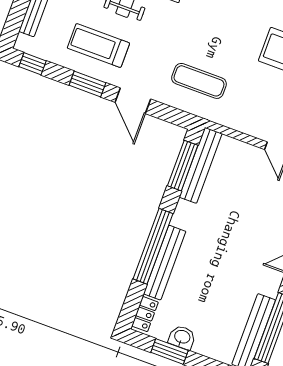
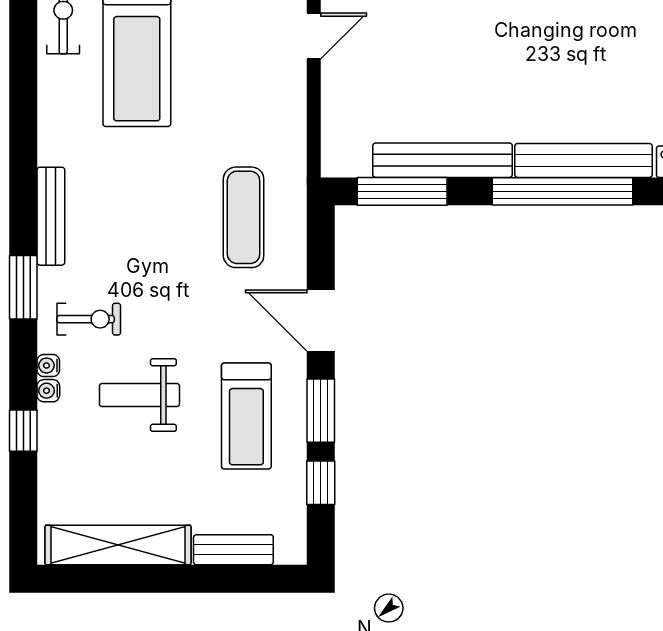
window: (32, 64) -> (321, 483), moved
door: (133, 101) -> (321, 320), swing flipped
bench: (201, 165) -> (443, 160), moved

